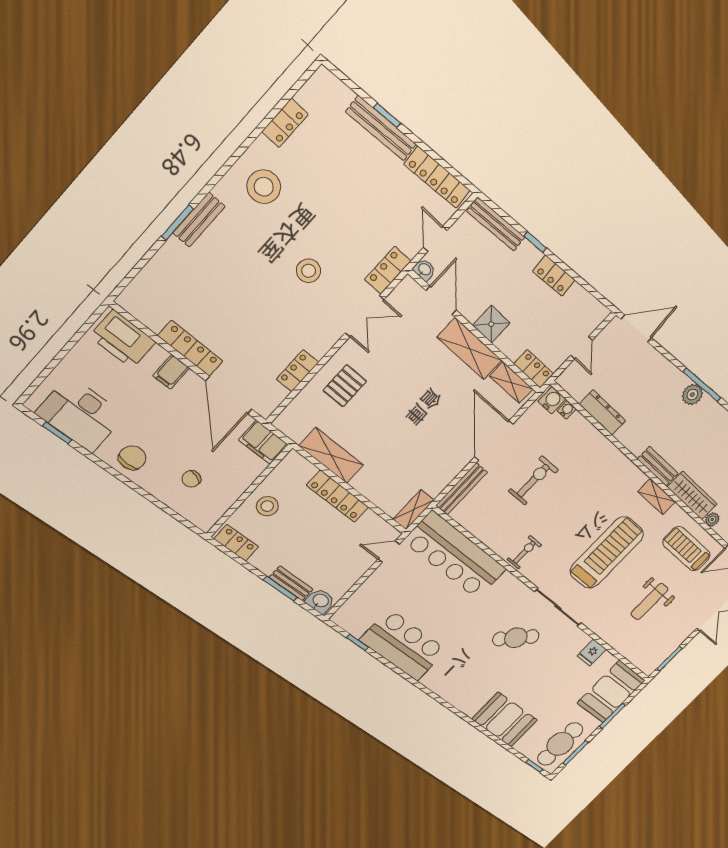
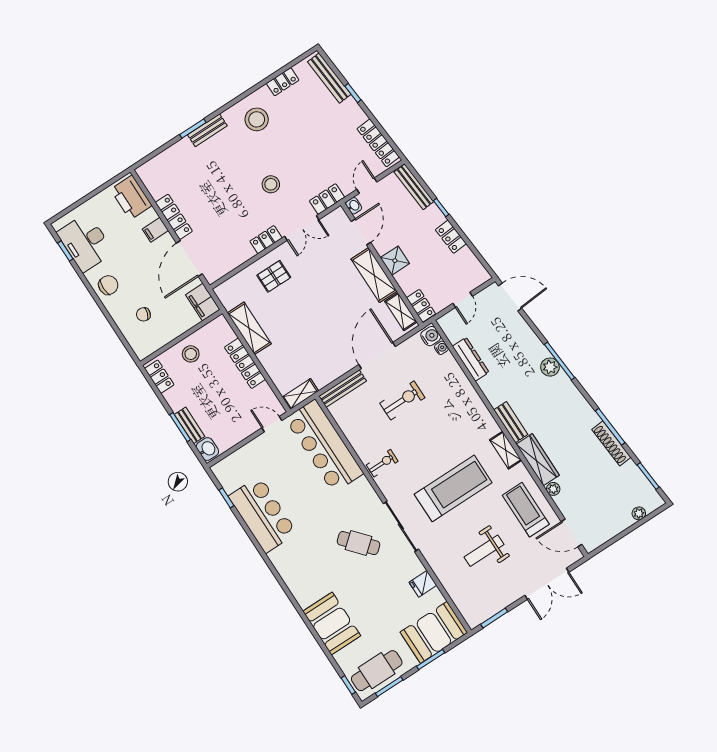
bench: (381, 128) -> (329, 78), moved
locker: (297, 371) -> (266, 240), moved

